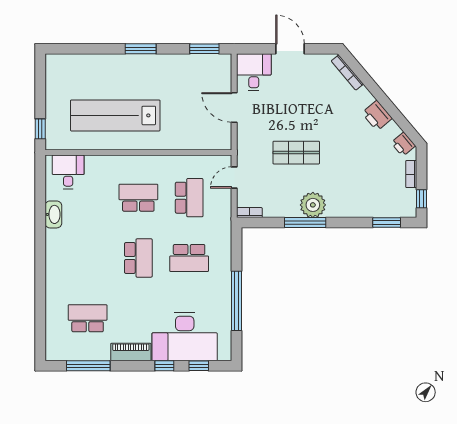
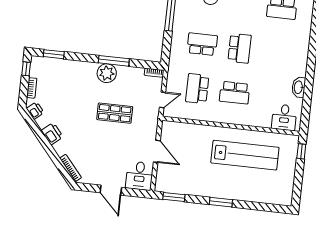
school desk: (138, 258) -> (240, 48), turned 180

